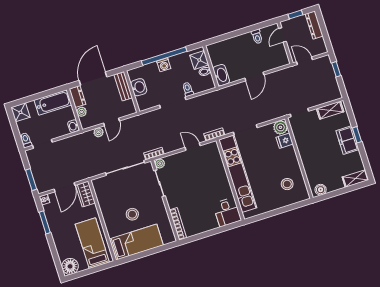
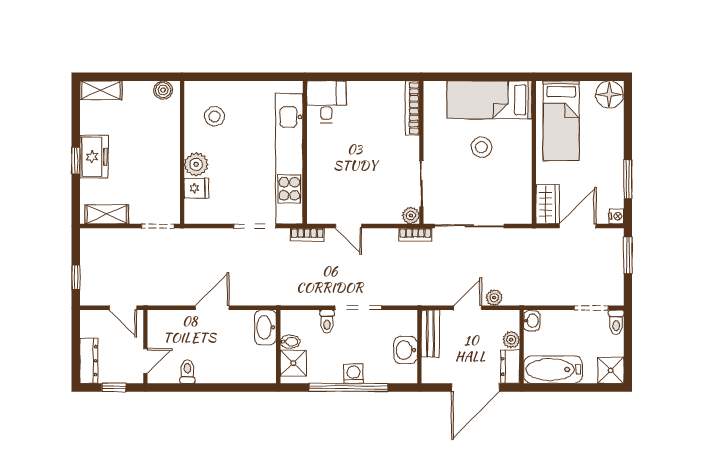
bench: (123, 86) -> (430, 333), moved
plant: (280, 127) -> (196, 164), moved

